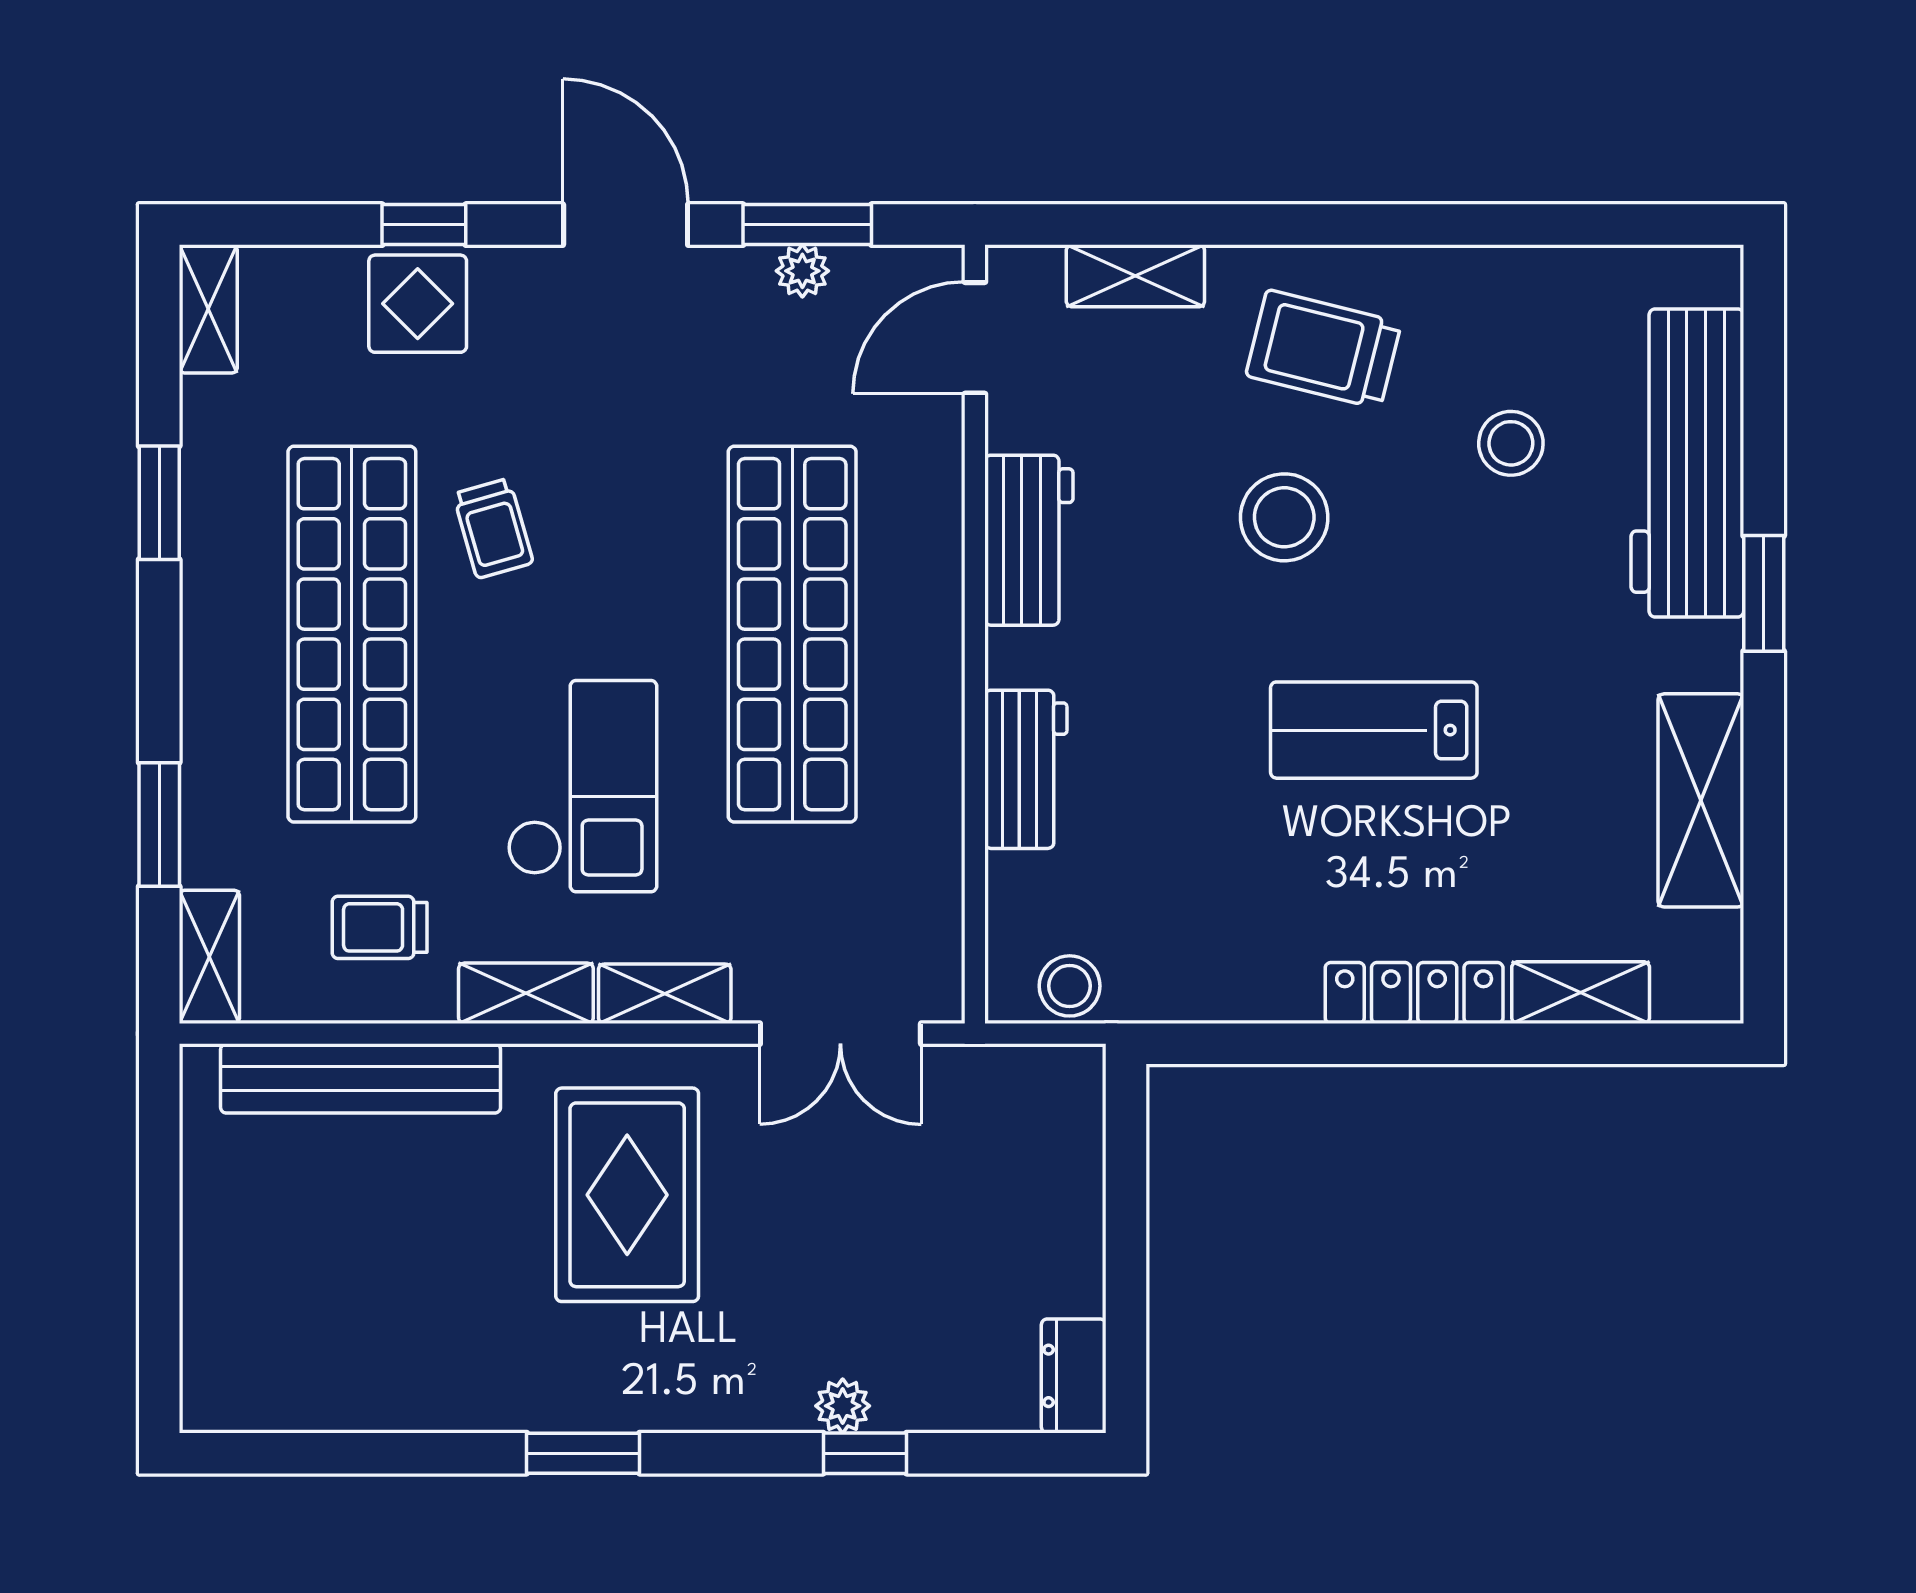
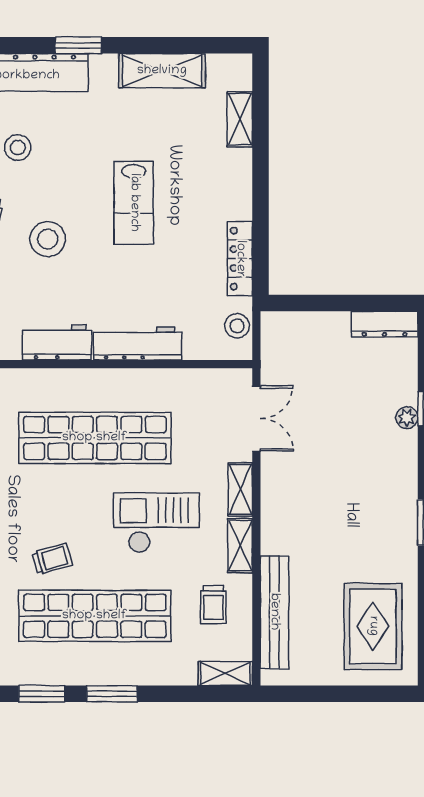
workbench: (1026, 769) -> (138, 344), width x1.38
window: (159, 825) -> (112, 694), moved
locker: (1414, 993) -> (240, 259), moved
rug: (627, 1195) -> (373, 626), moved, turned 90
dresser: (1074, 1376) -> (385, 324), width x1.44

